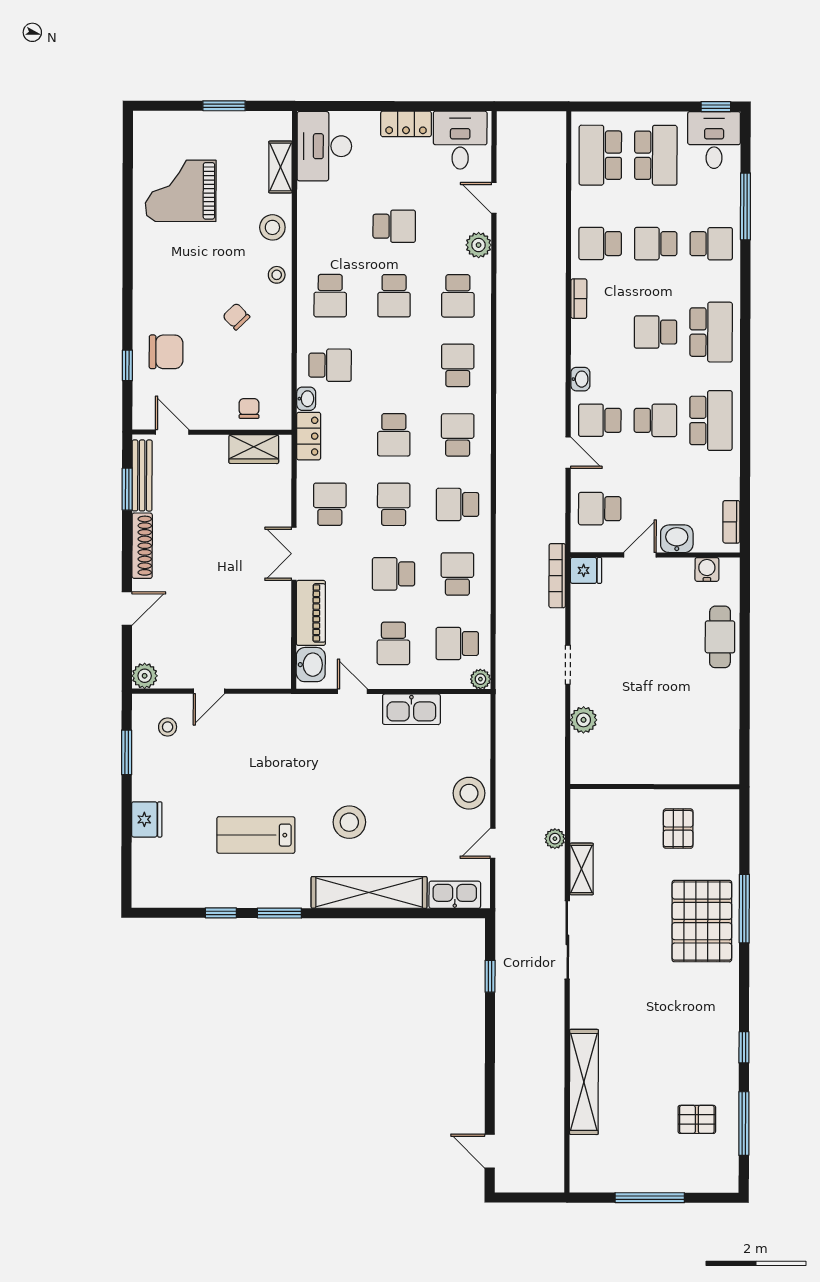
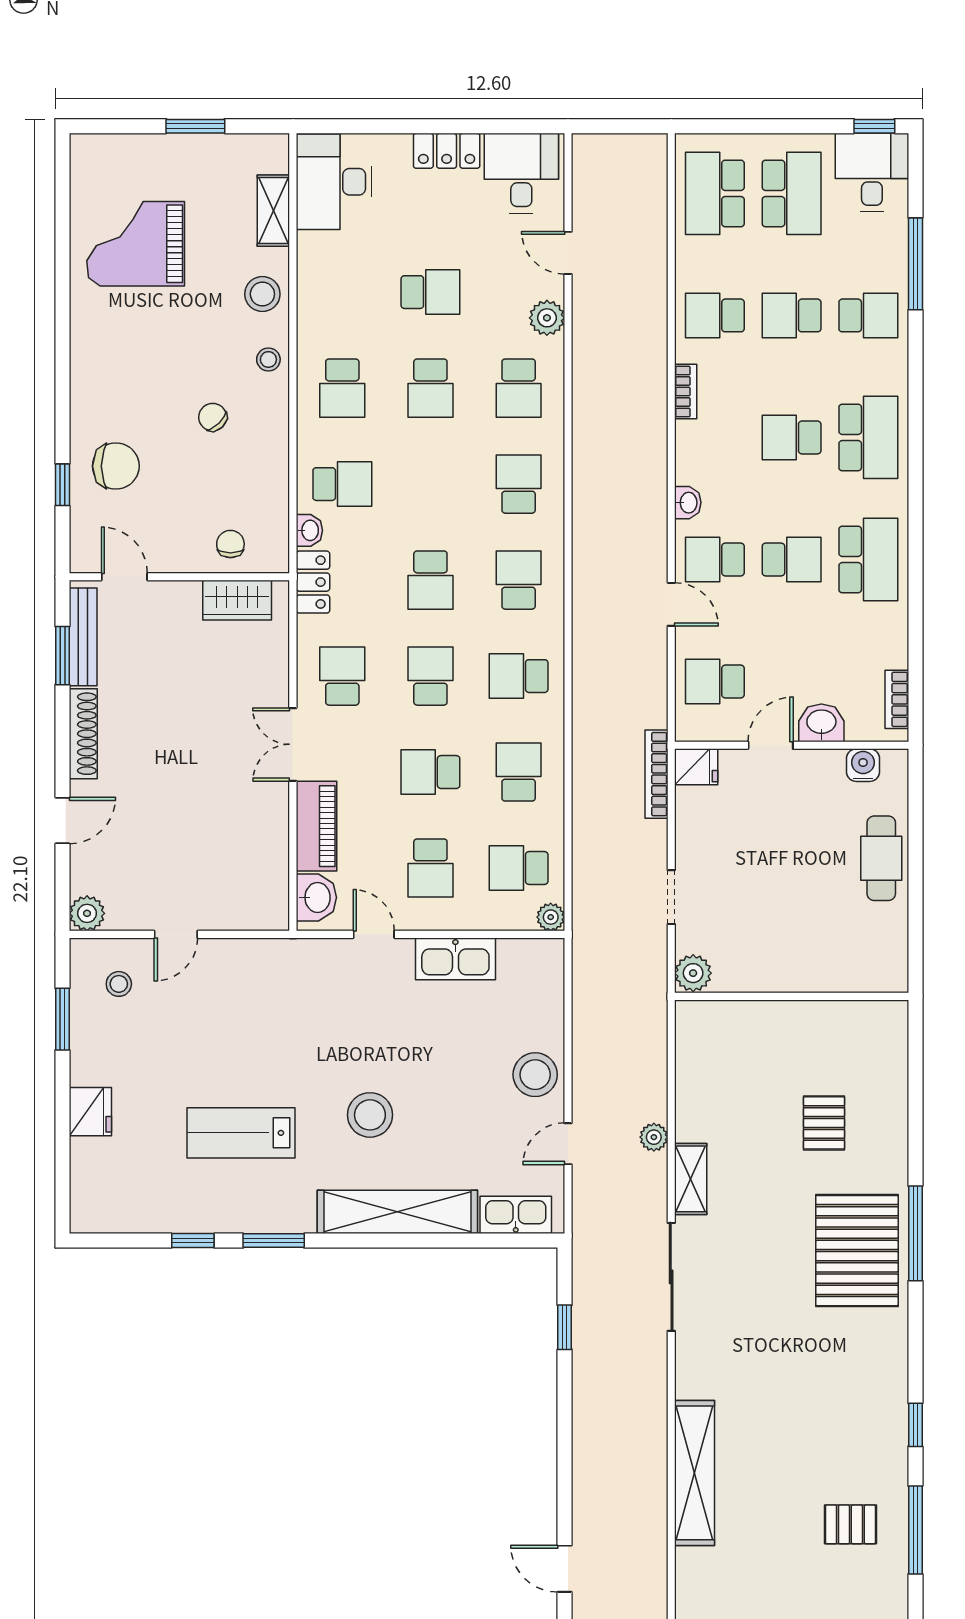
wall: (655, 787) -> (792, 996), moved

